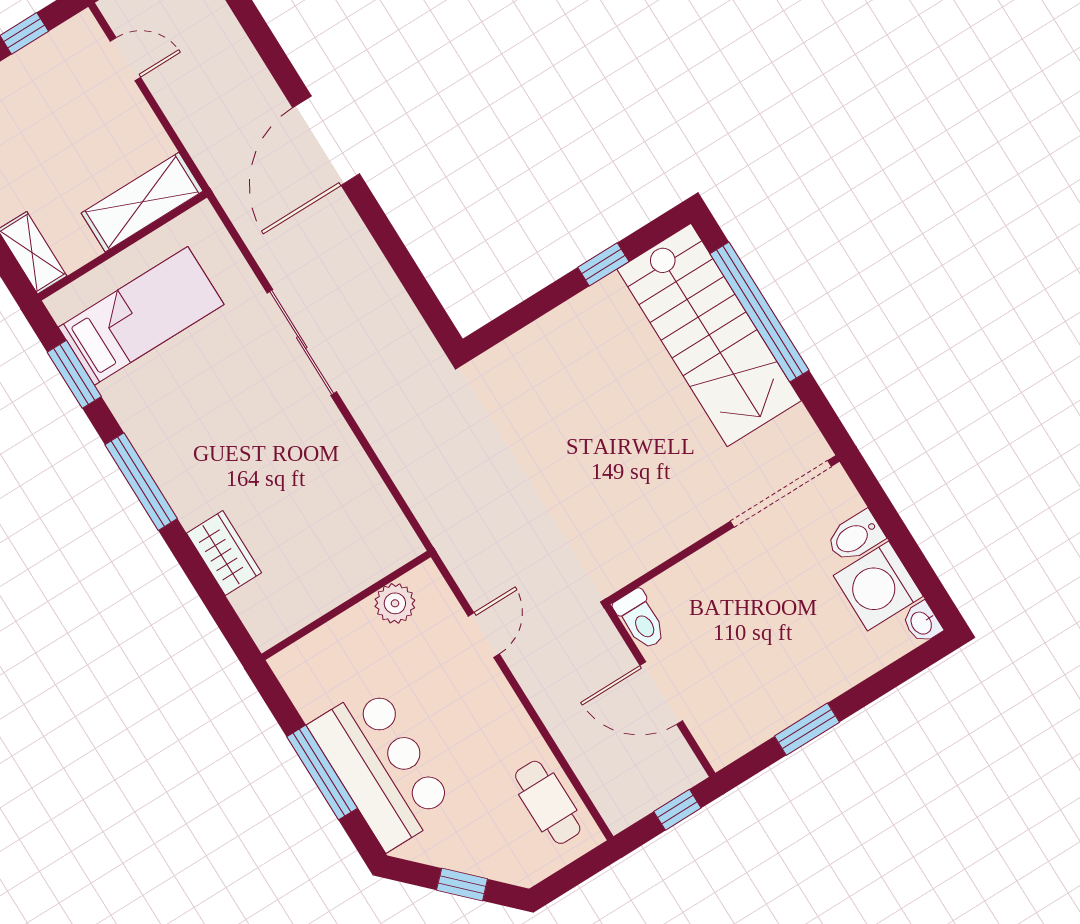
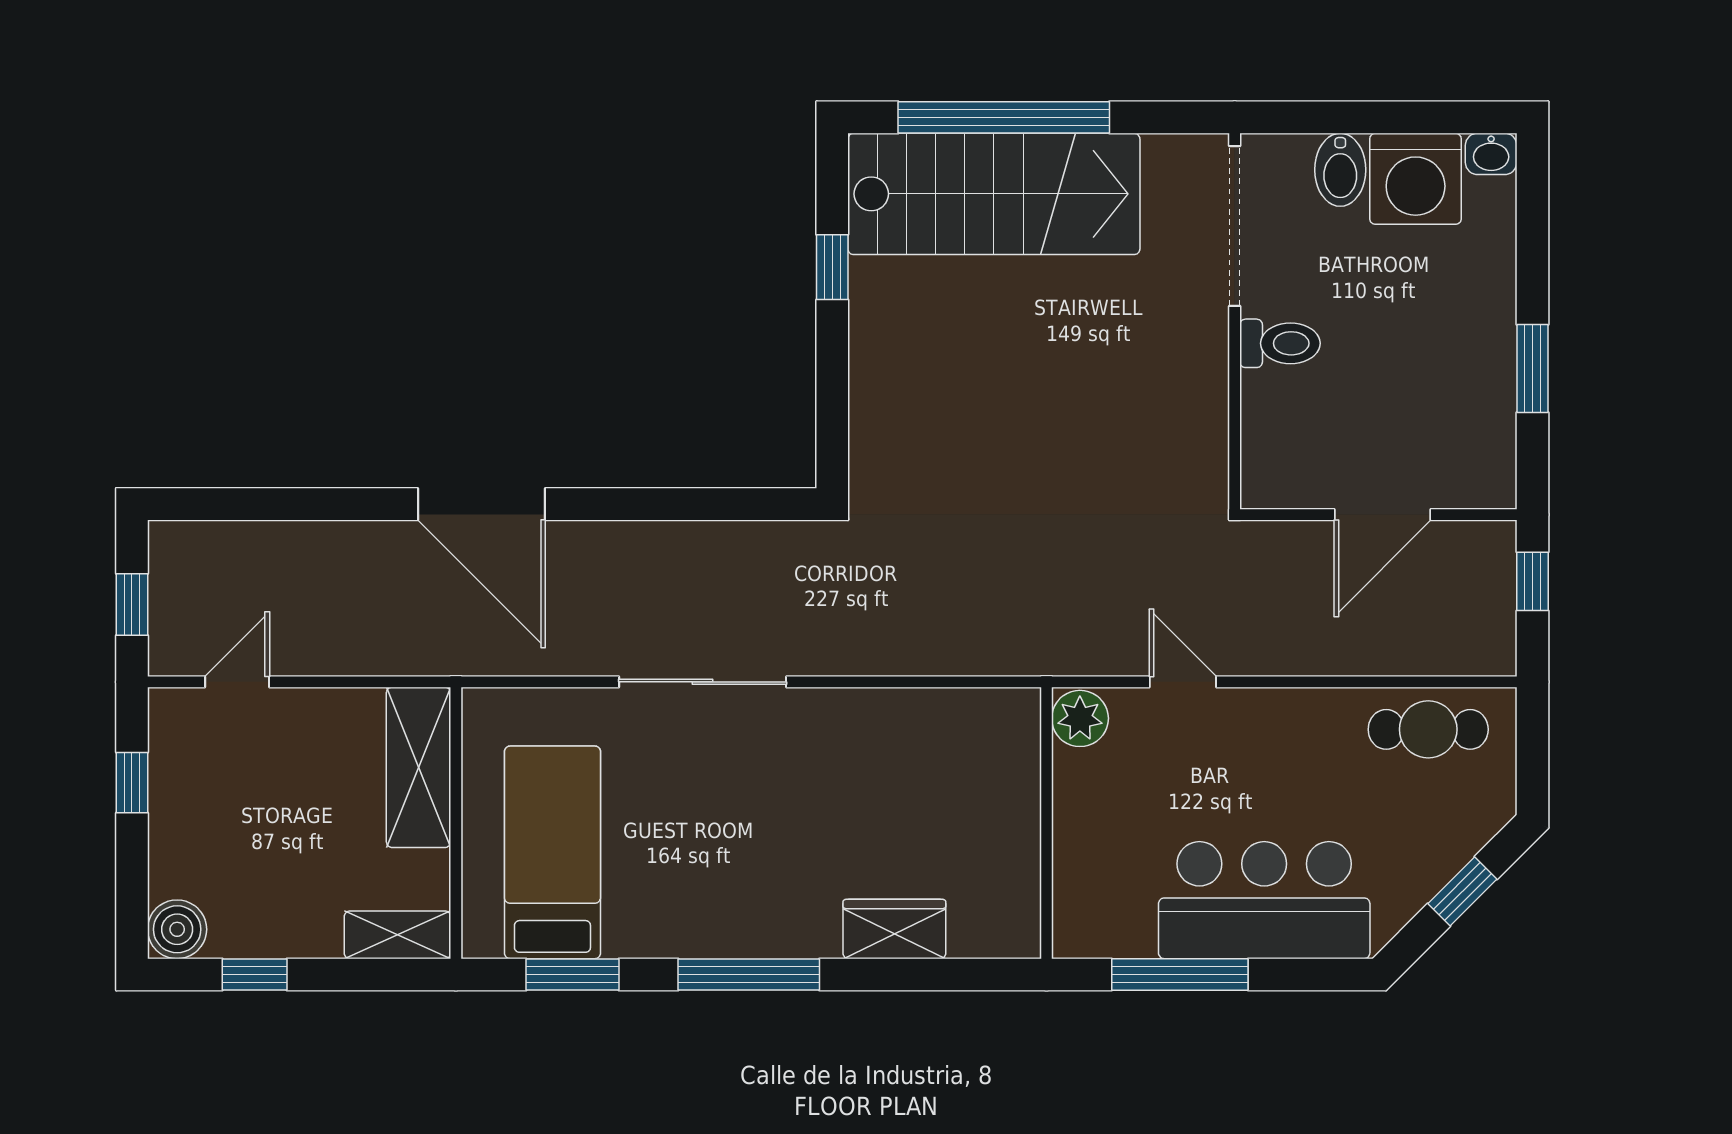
plant: (395, 603) -> (1080, 718), moved
toilet: (640, 619) -> (1280, 343), moved
window: (322, 772) -> (1180, 974), moved

